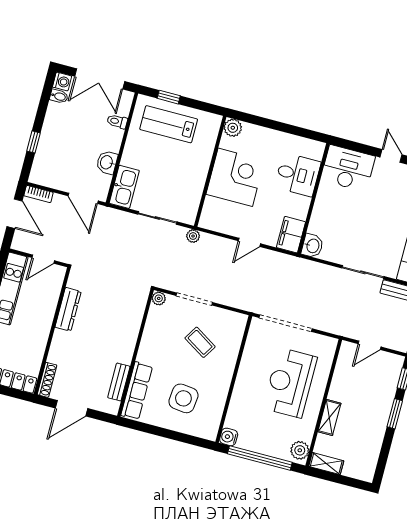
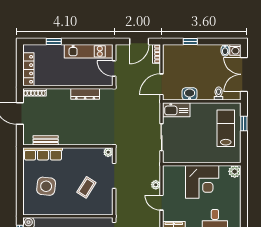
plant: (193, 236) -> (156, 185), moved

